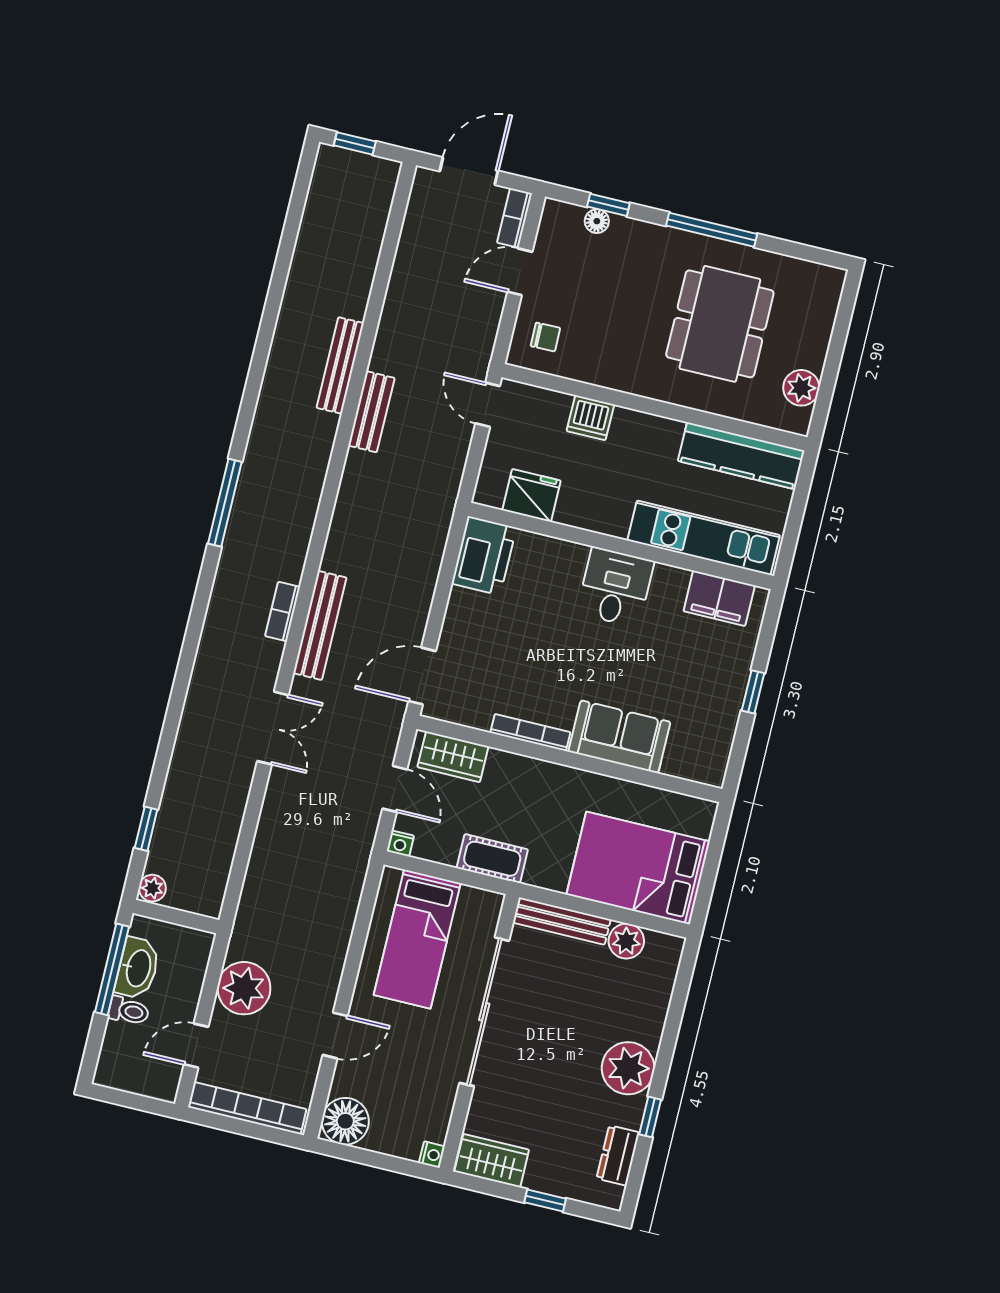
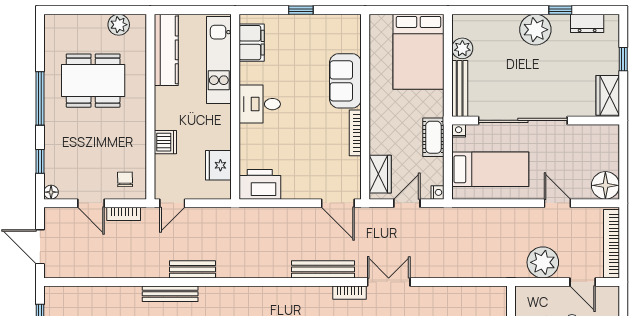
bookcase: (514, 218) -> (124, 214), moved
floor lamp: (597, 221) -> (51, 192), moved
bookcase: (283, 611) -> (349, 293), moved
nightstand: (432, 1155) -> (459, 131), moved

